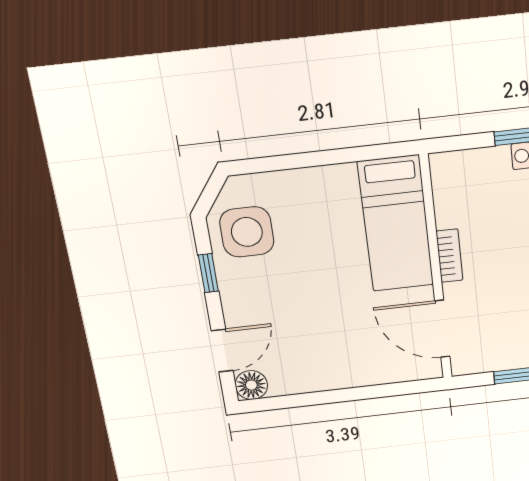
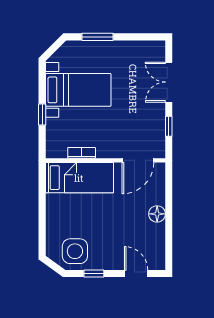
bookcase: (450, 256) -> (82, 153), moved
floor lamp: (251, 385) -> (157, 214), moved

